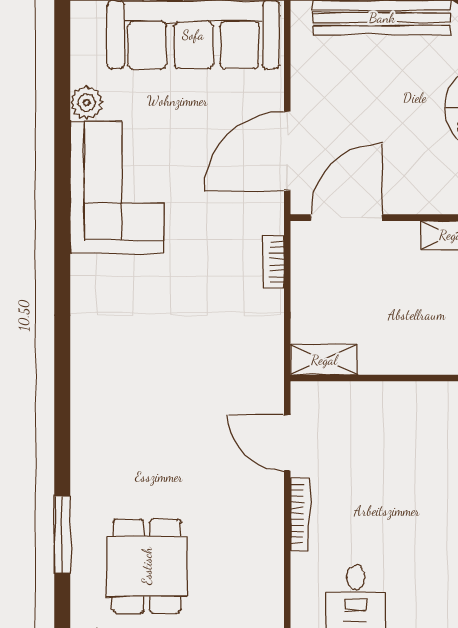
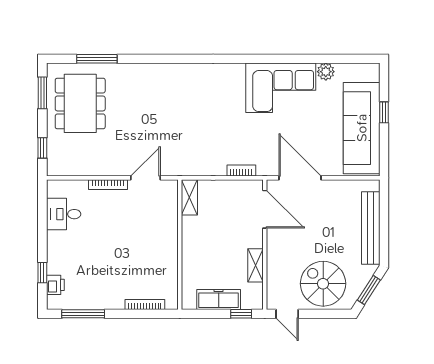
dining table: (147, 566) -> (80, 103), width x1.38

